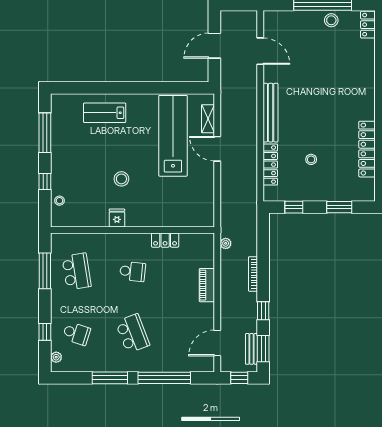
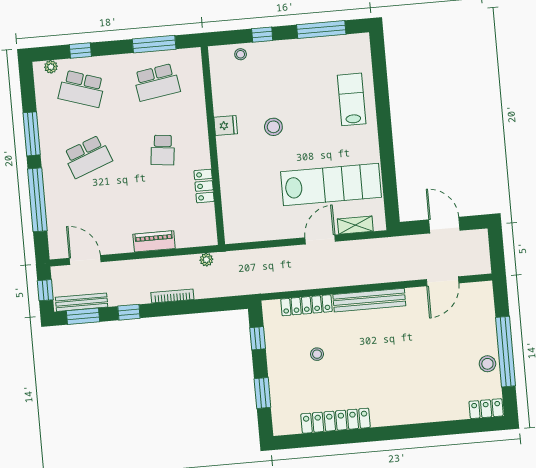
school desk: (77, 334) -> (82, 89), width x1.85
bench: (252, 349) -> (82, 302), width x1.36

